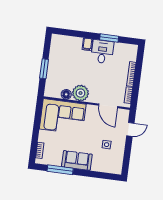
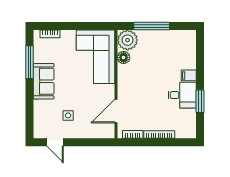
window: (44, 69) -> (152, 26), width x1.44
plant: (80, 93) -> (127, 40), moved
door: (130, 129) -> (55, 142), moved

